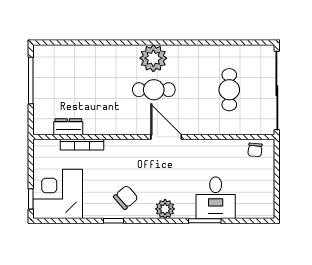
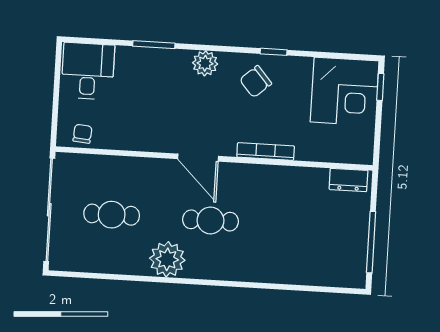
plant: (153, 58) -> (167, 259), moved
cafe table: (229, 90) -> (112, 215), turned 90
dresser: (68, 127) -> (348, 180), moved
bookcase: (82, 145) -> (266, 151), moved
desk: (216, 198) -> (88, 71), moved

